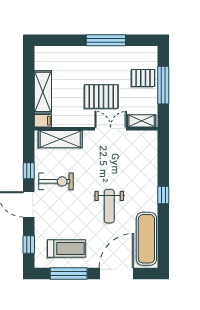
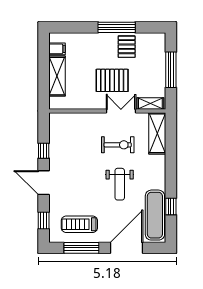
pallet: (143, 78) -> (127, 47), moved, turned 90
filing cabinet: (43, 121) -> (57, 49), moved
shelving: (60, 139) -> (157, 133), moved, turned 90
exercise bike: (56, 181) -> (118, 145), moved
window: (163, 195) -> (171, 207), moved
treadmill: (67, 248) -> (79, 224), turned 180

